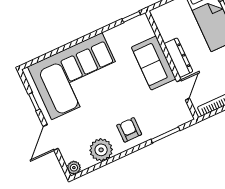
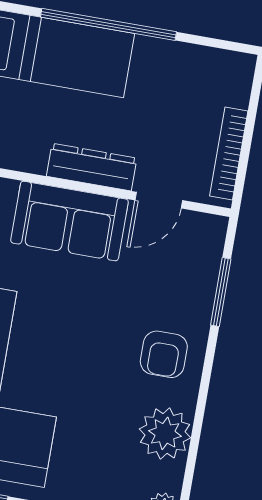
door: (183, 90) -> (159, 200), swing flipped
armchair: (129, 130) -> (164, 354), turned -90

